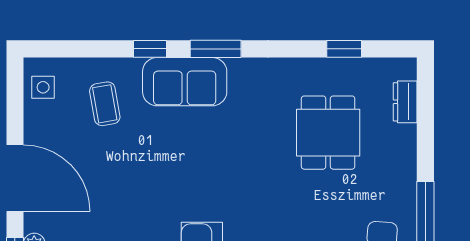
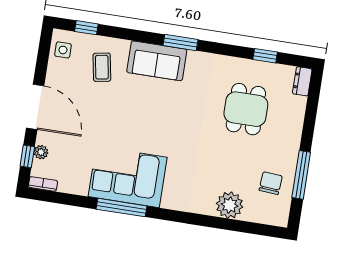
window: (150, 49) -> (86, 28), moved
dresser: (405, 102) -> (302, 81), moved

